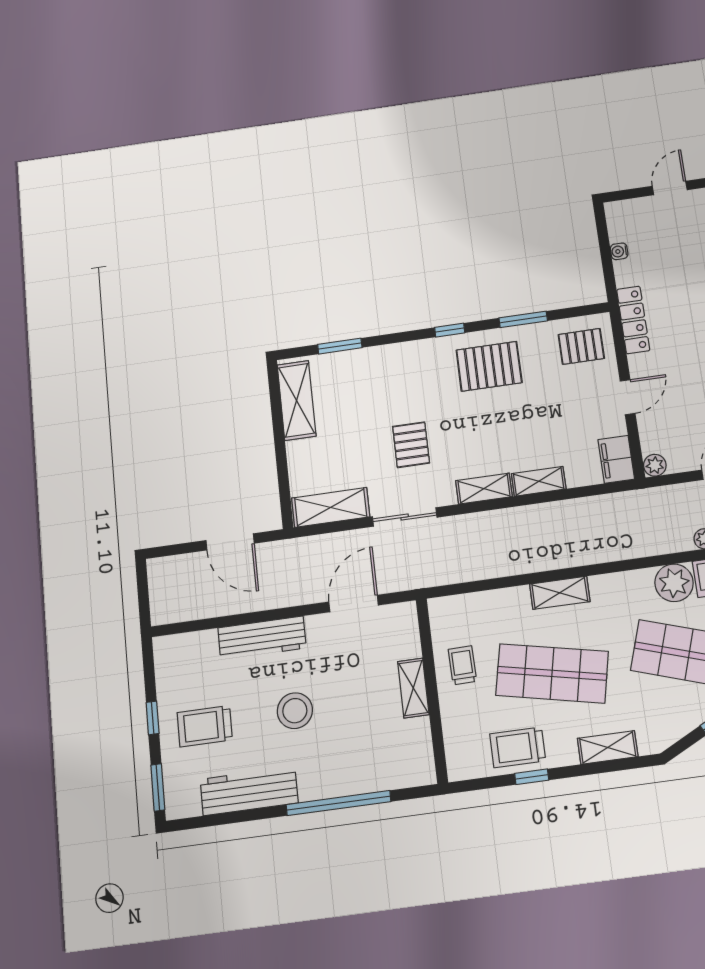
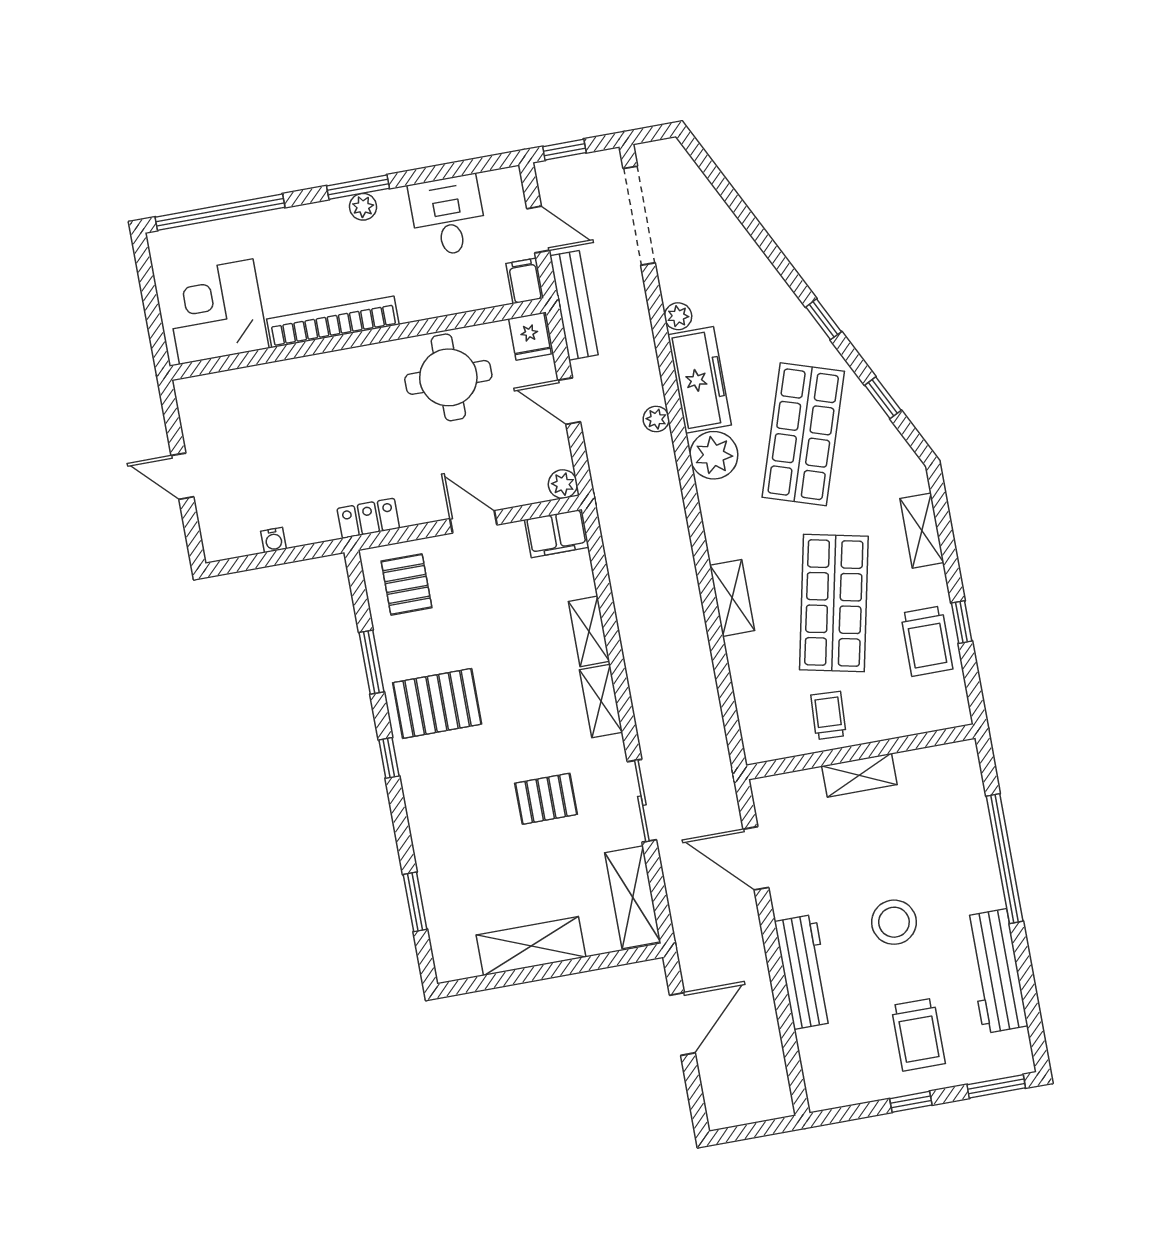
locker: (633, 320) -> (368, 518), width x0.66
pallet: (489, 366) -> (437, 703), turned 90
shelving: (297, 400) -> (531, 946), moved
trolley: (462, 665) -> (828, 715), turned 94

